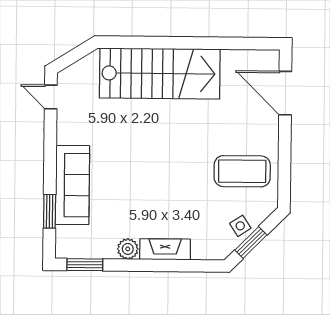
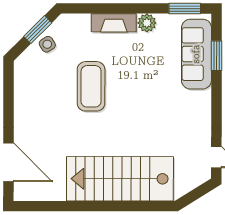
coffee table: (242, 171) -> (91, 86), moved, turned 90
sofa: (72, 185) -> (196, 54), moved

